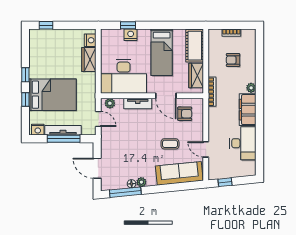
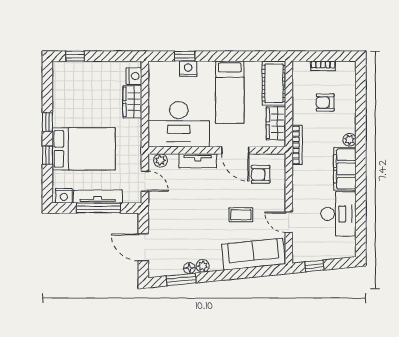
armchair: (185, 114) -> (261, 174), turned 180
window: (125, 192) -> (181, 279), width x0.69

